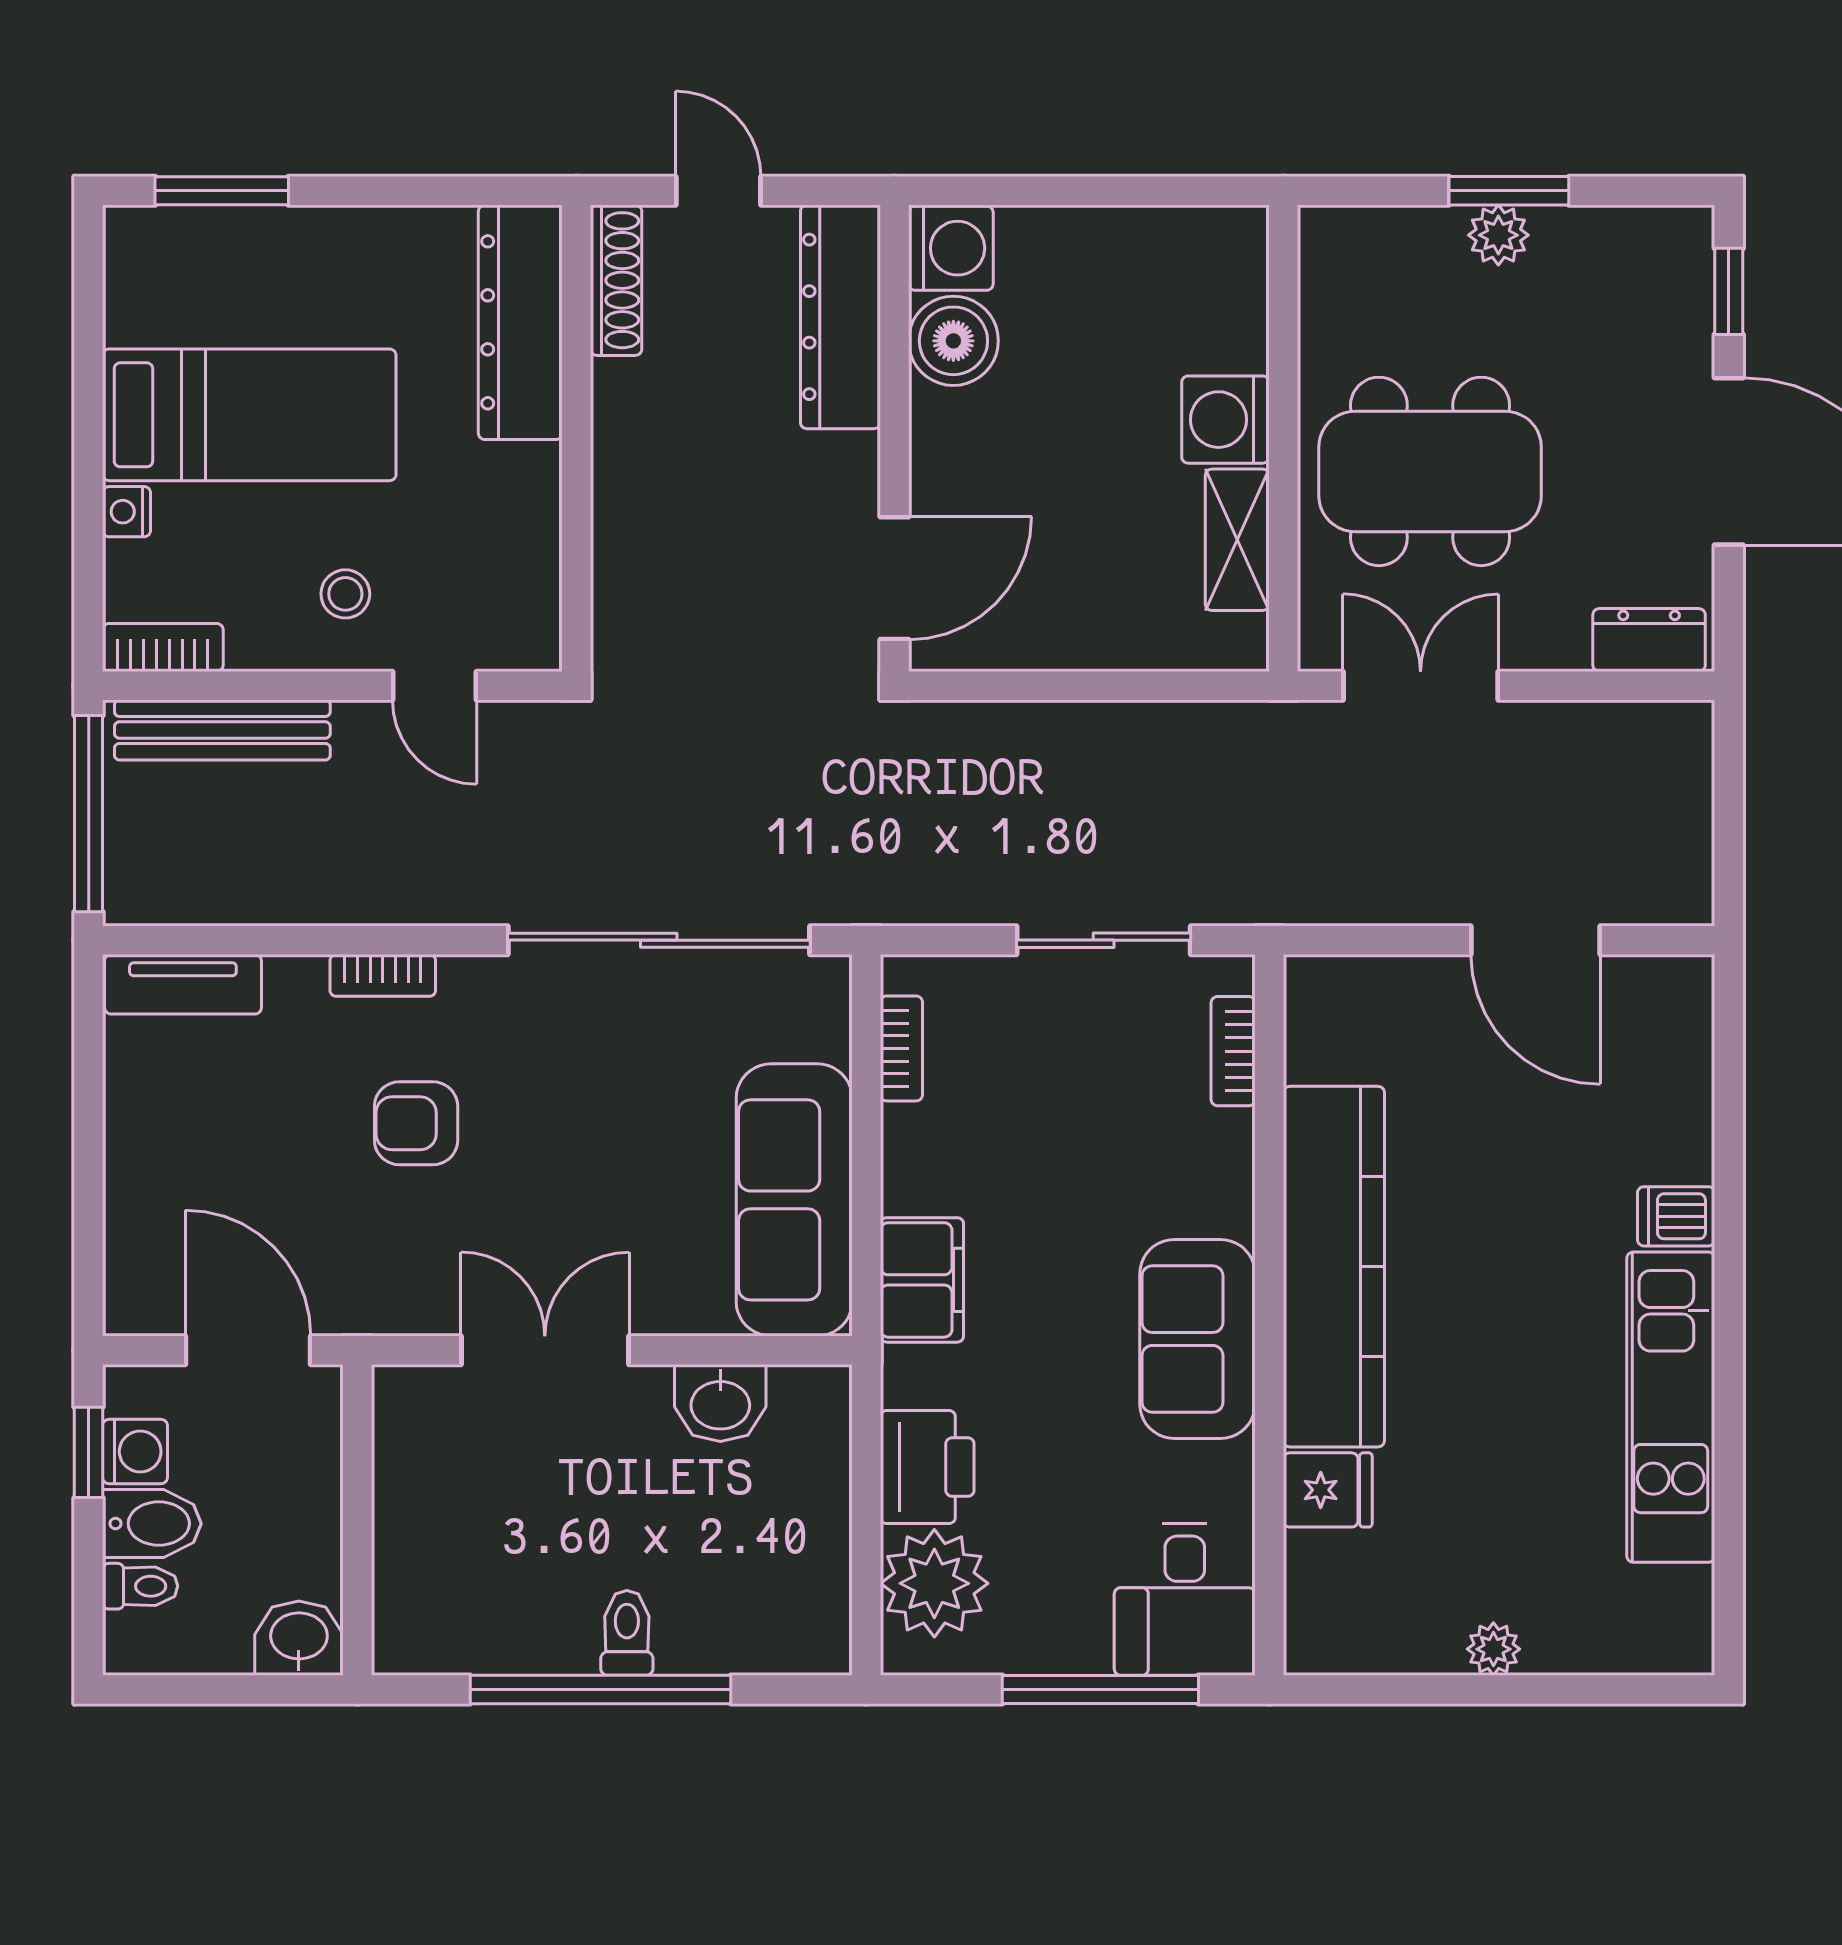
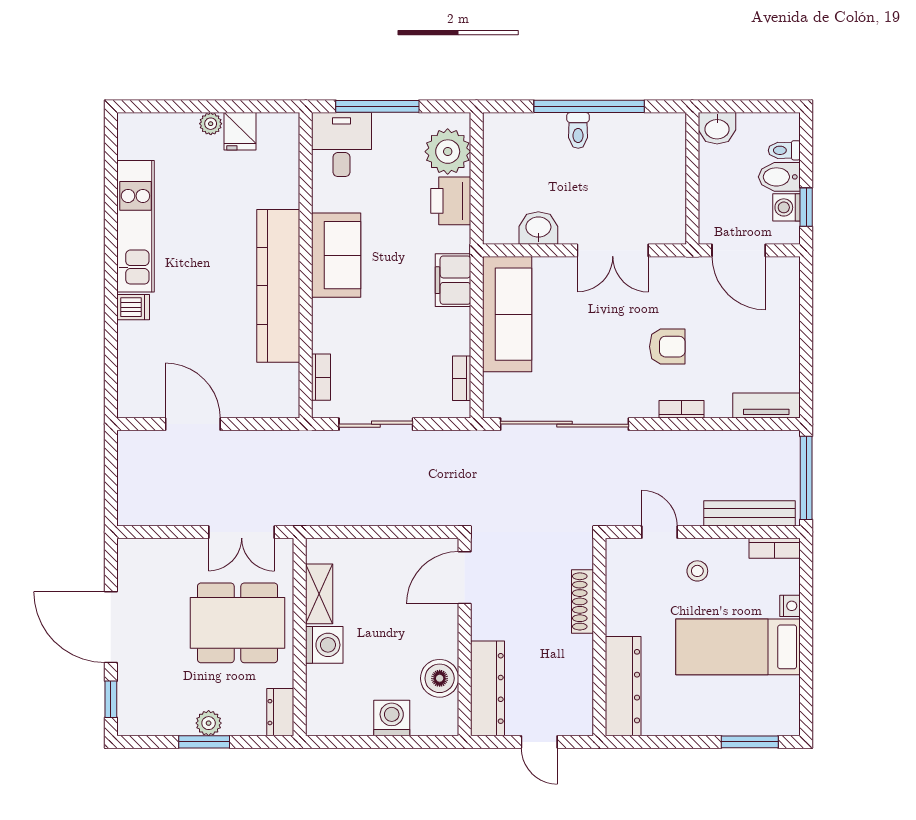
washing machine: (951, 248) -> (392, 718), moved, turned 90
shoe rack: (616, 280) -> (583, 601), moved
dresser: (1649, 640) -> (280, 712), moved, turned 90
fridge: (1328, 1490) -> (240, 131), moved, turned -90

